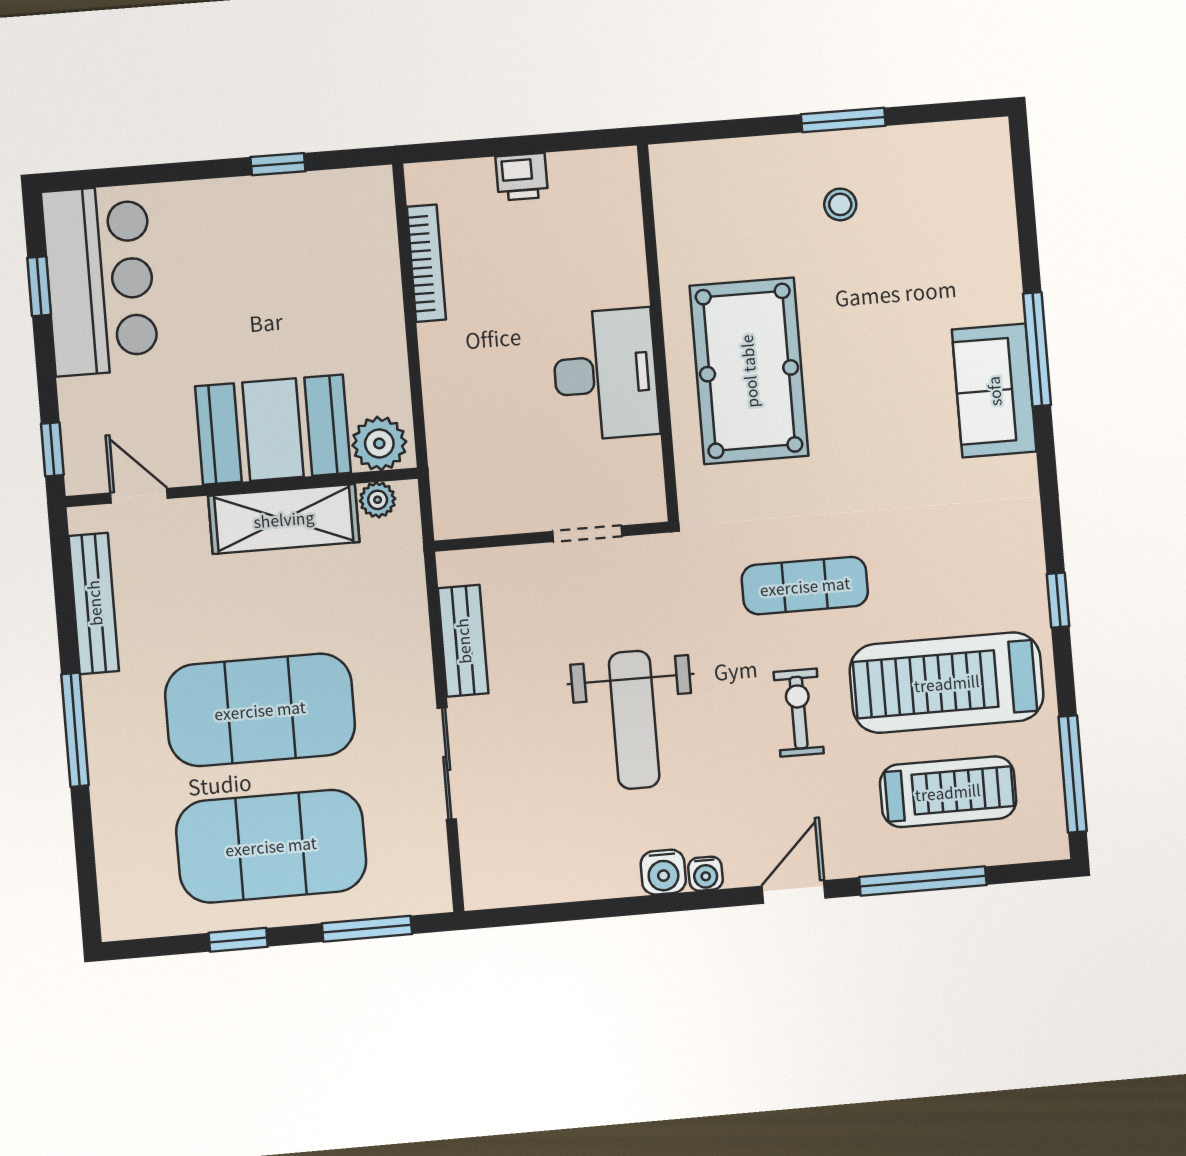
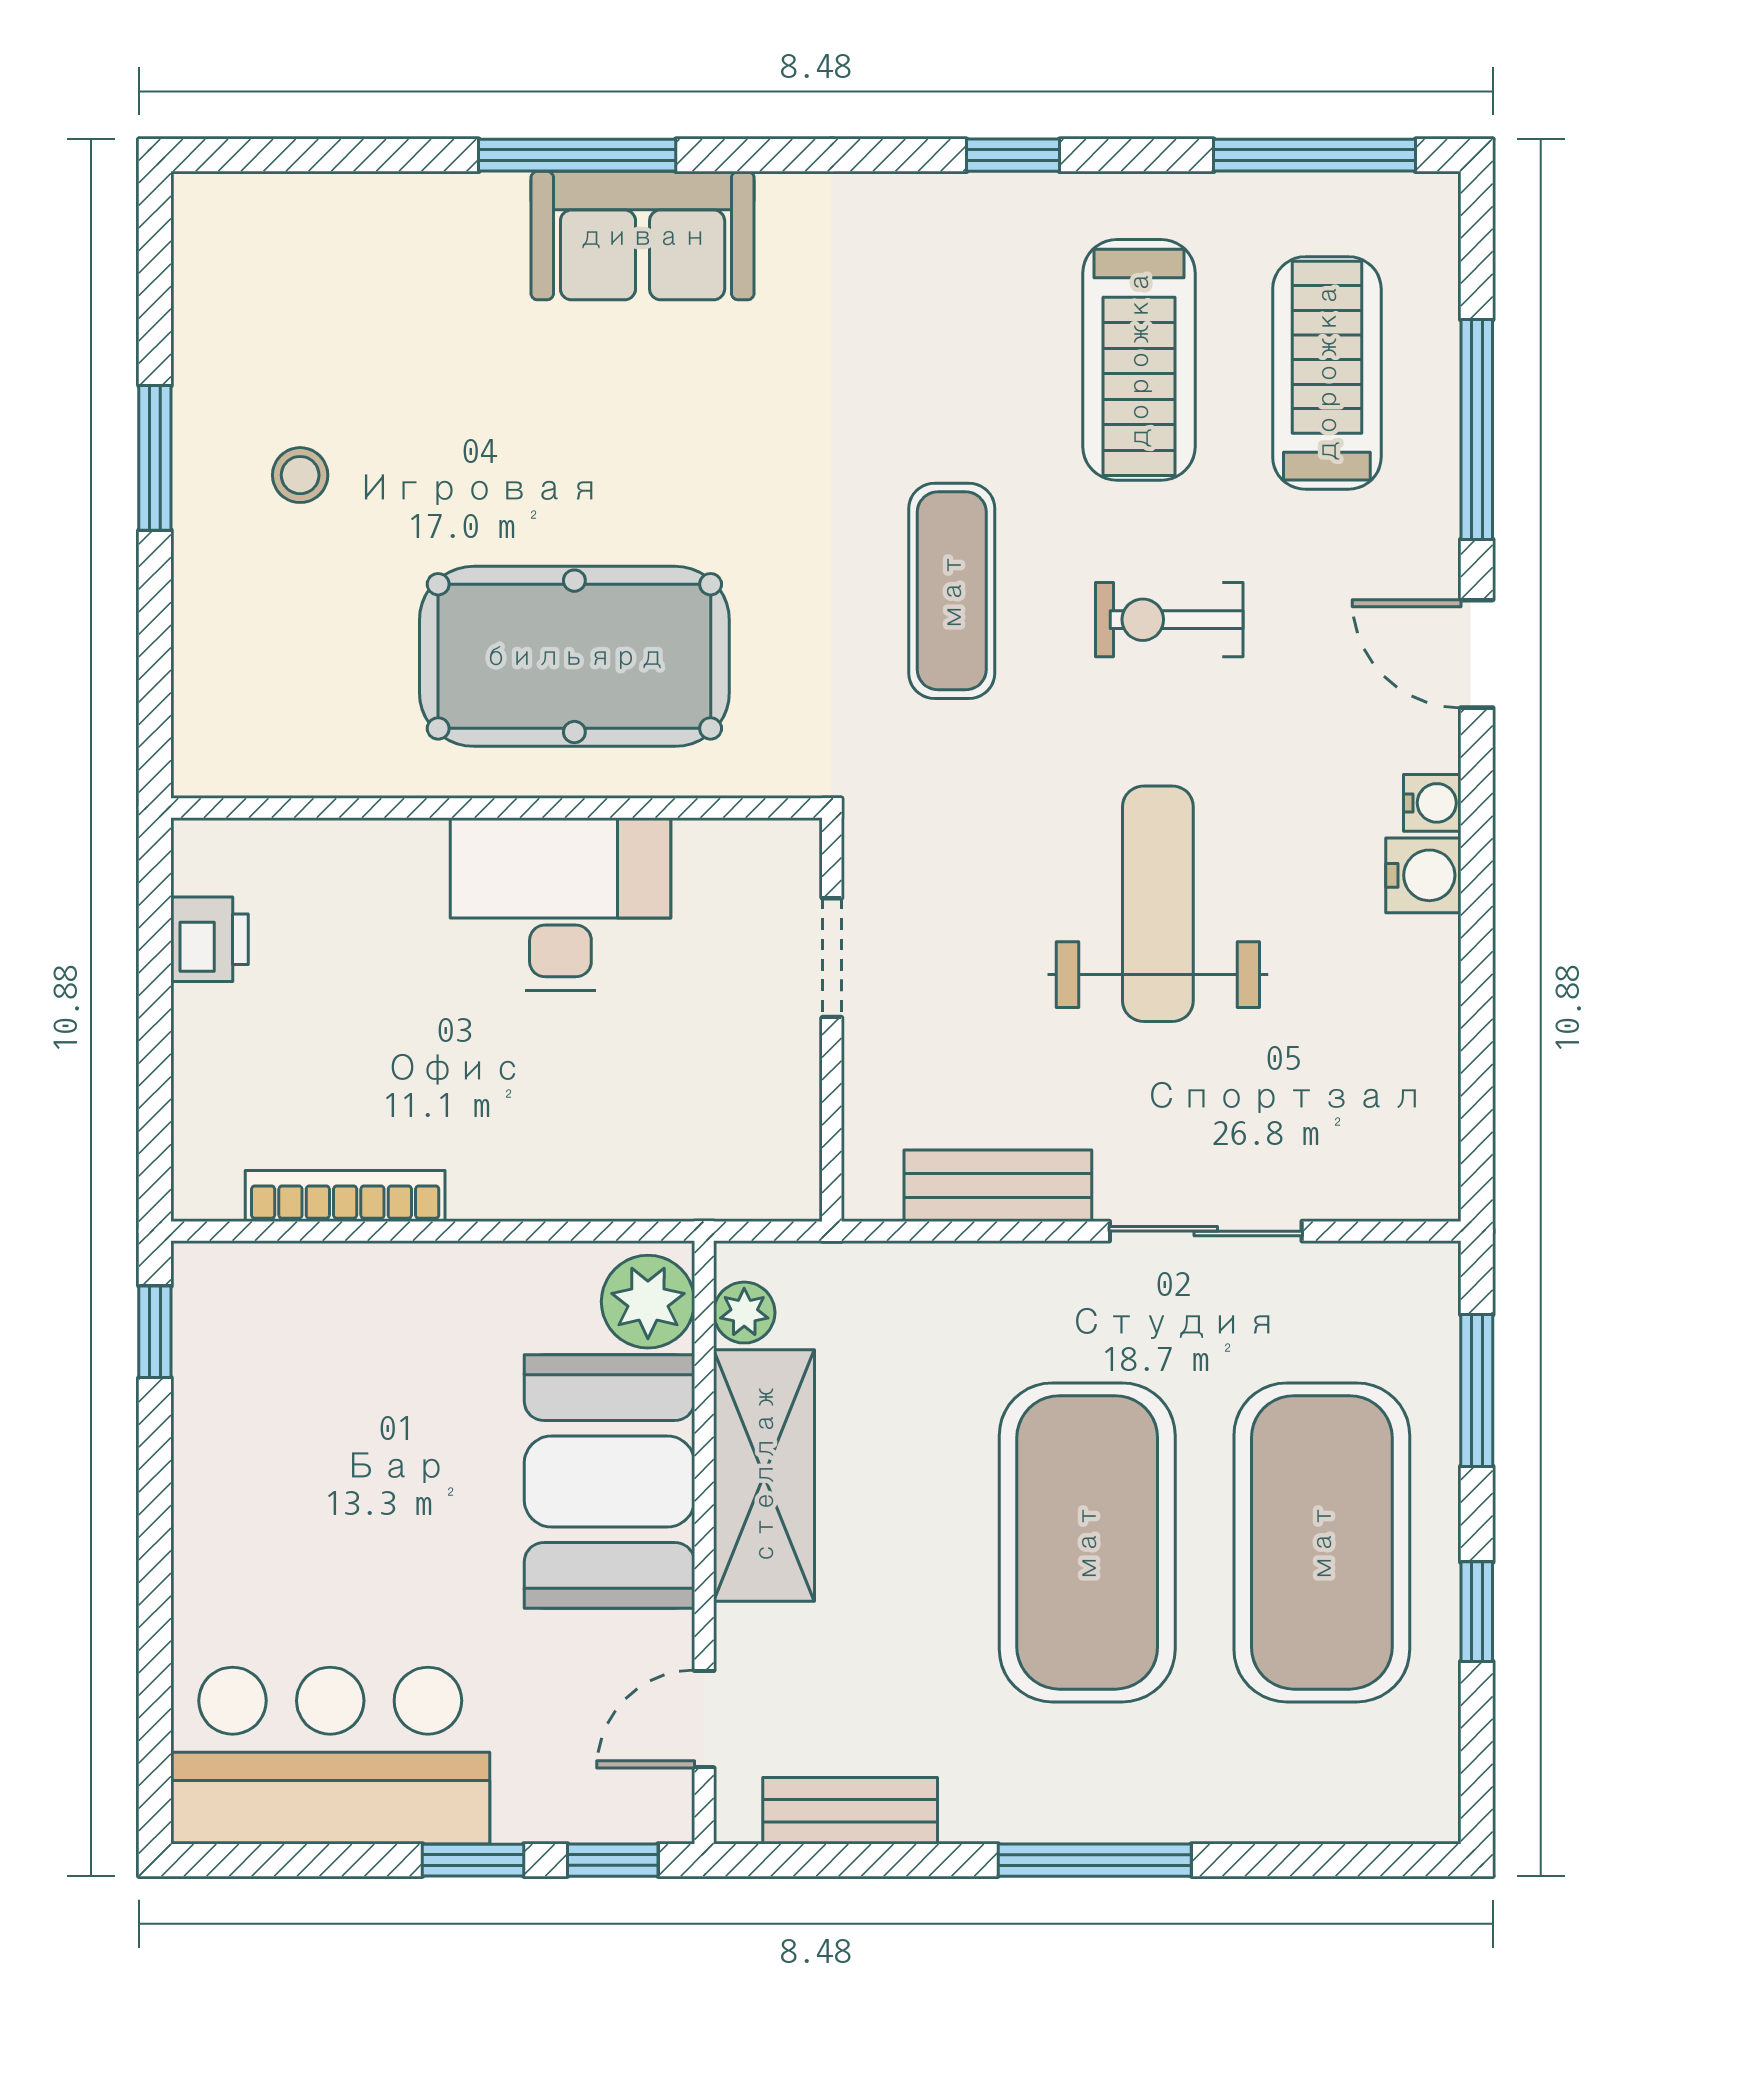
window: (278, 164) -> (155, 1332), moved
printer: (522, 177) -> (209, 939), moved
window: (39, 286) -> (473, 1860), moved
bench: (94, 603) -> (850, 1811), width x0.73
treadmill: (947, 683) -> (1139, 360), width x0.73, depth x0.73
weight bench: (634, 720) -> (1158, 904), turned -90

